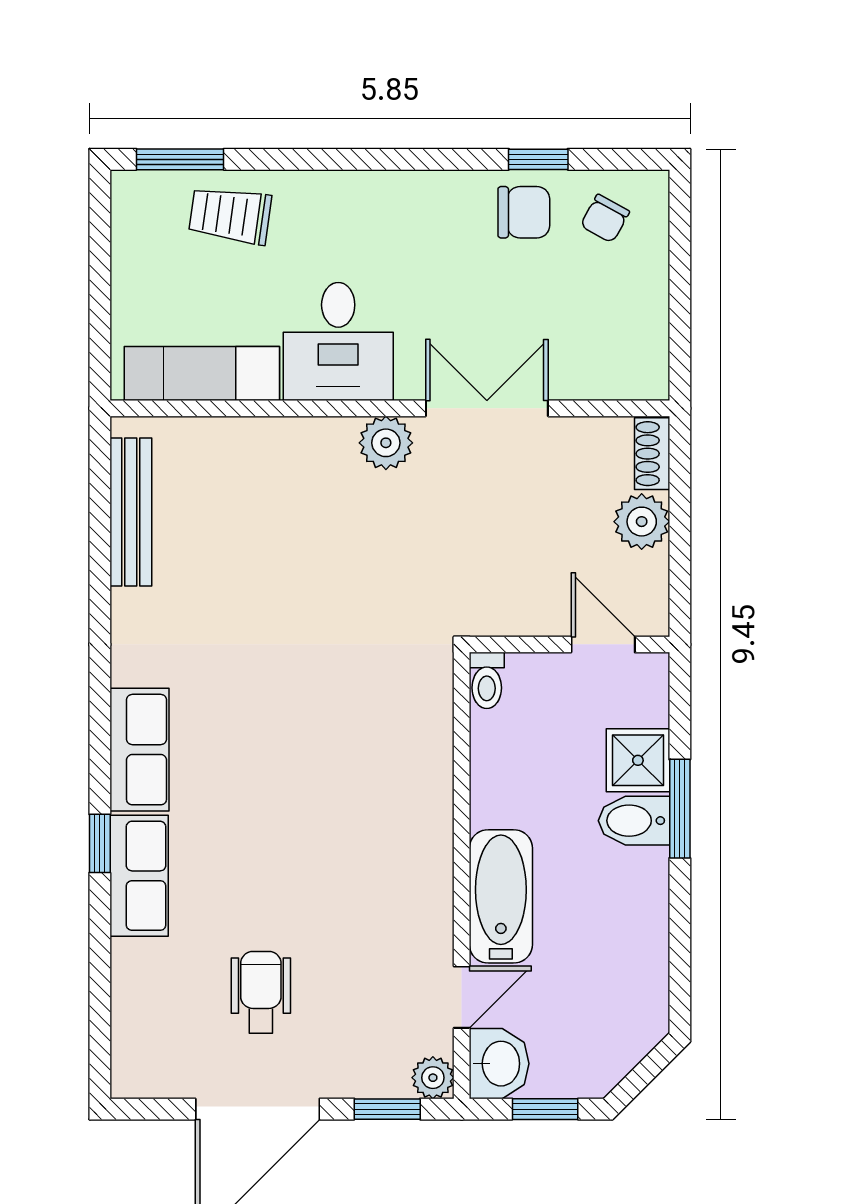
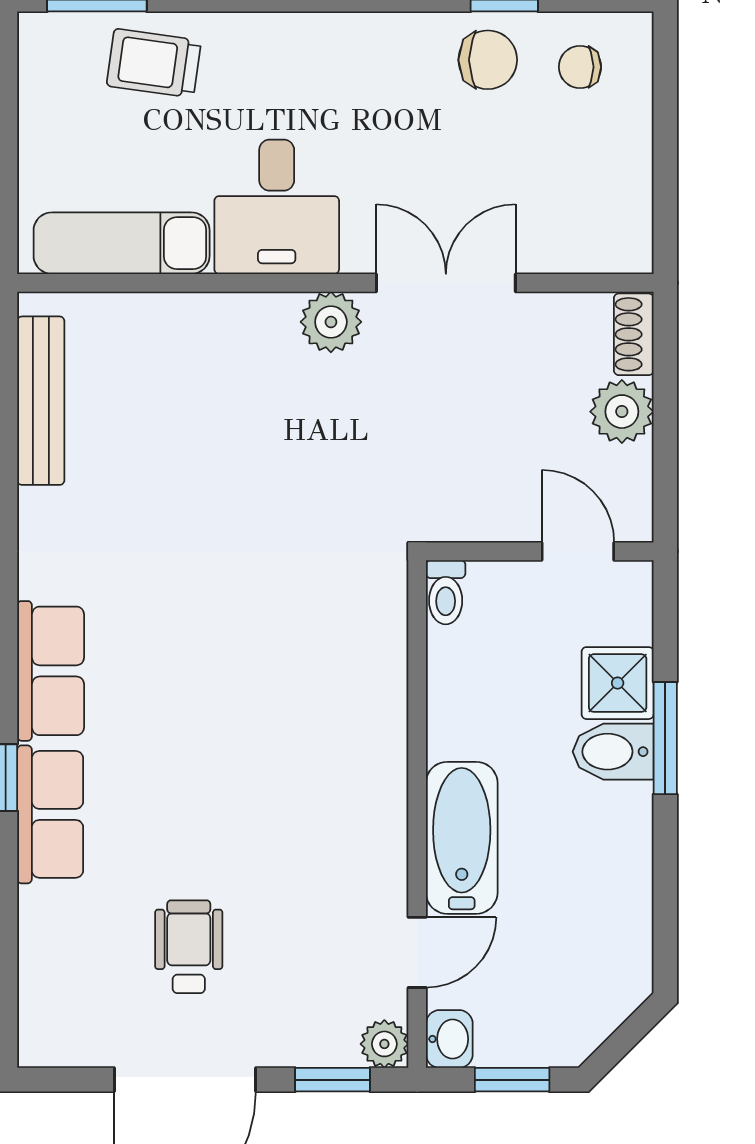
chair: (605, 219) -> (580, 67), turned 61
washbasin: (499, 1064) -> (449, 1039), width x0.72, depth x0.69

